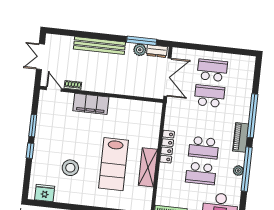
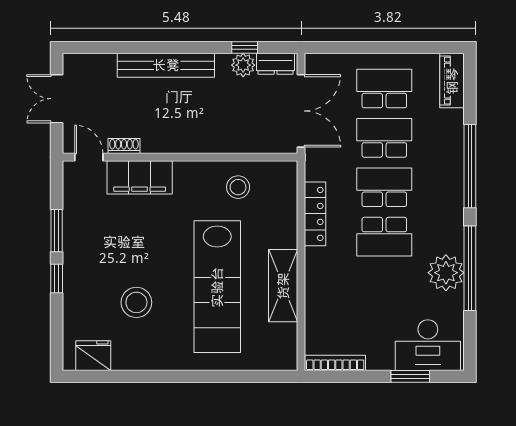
window: (142, 41) -> (245, 48), width x0.46
filing cabinet: (91, 104) -> (140, 177), moved
stool: (130, 113) -> (238, 187), added
piano: (241, 137) -> (452, 81), moved
locker: (167, 147) -> (315, 214), moved
lab bench: (113, 164) -> (217, 287), width x1.36
plant: (238, 171) -> (446, 273), width x1.87, depth x1.87
school desk: (201, 173) -> (384, 187), moved, turned 180

